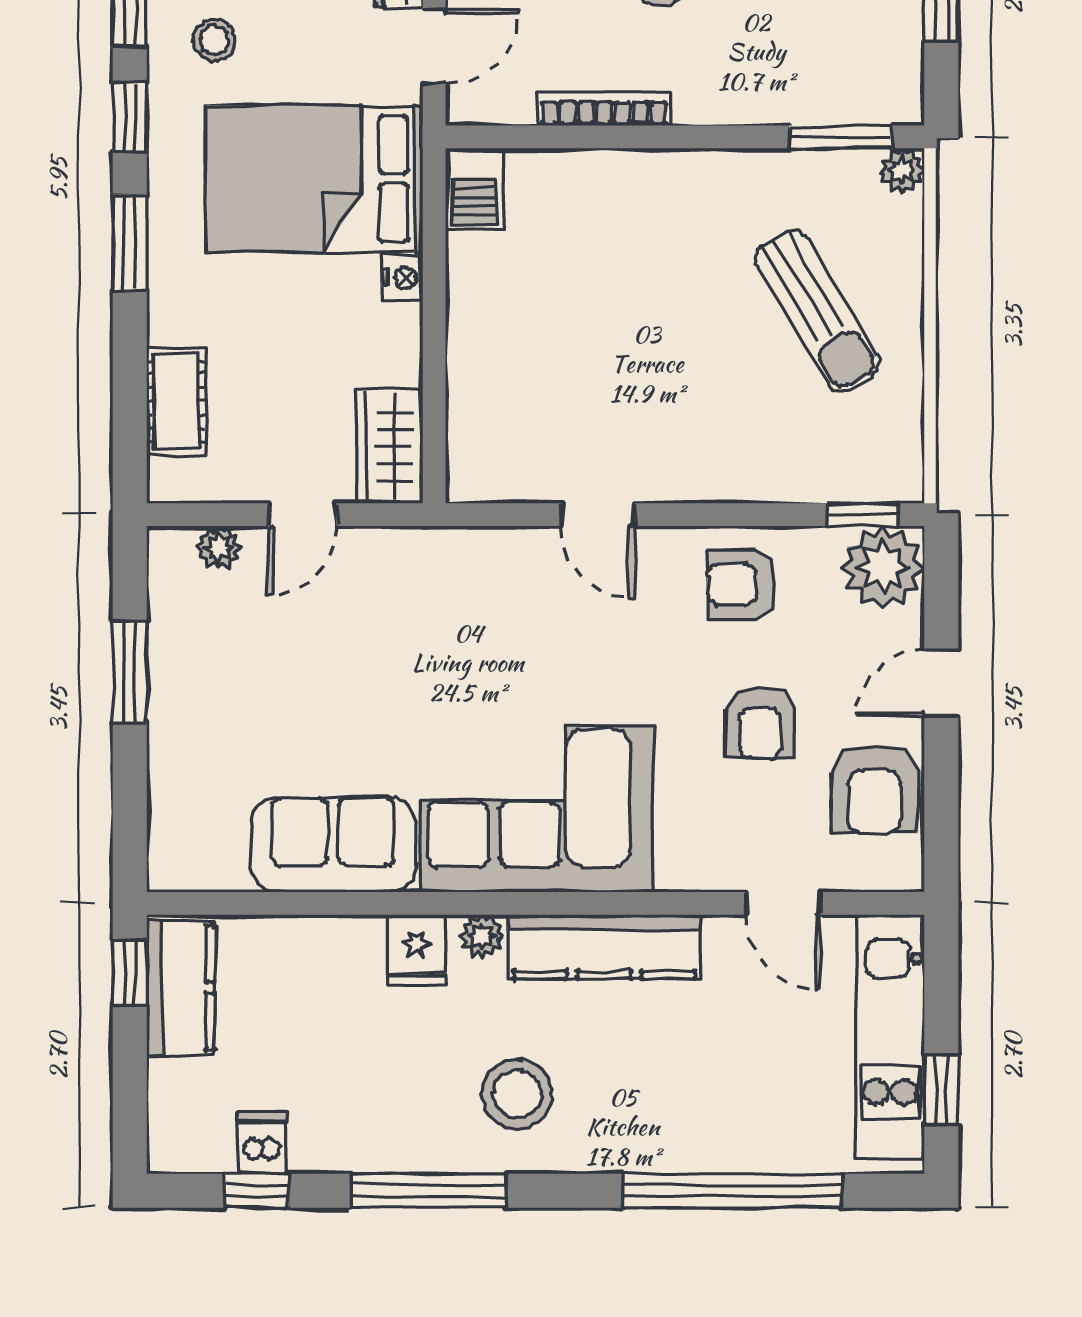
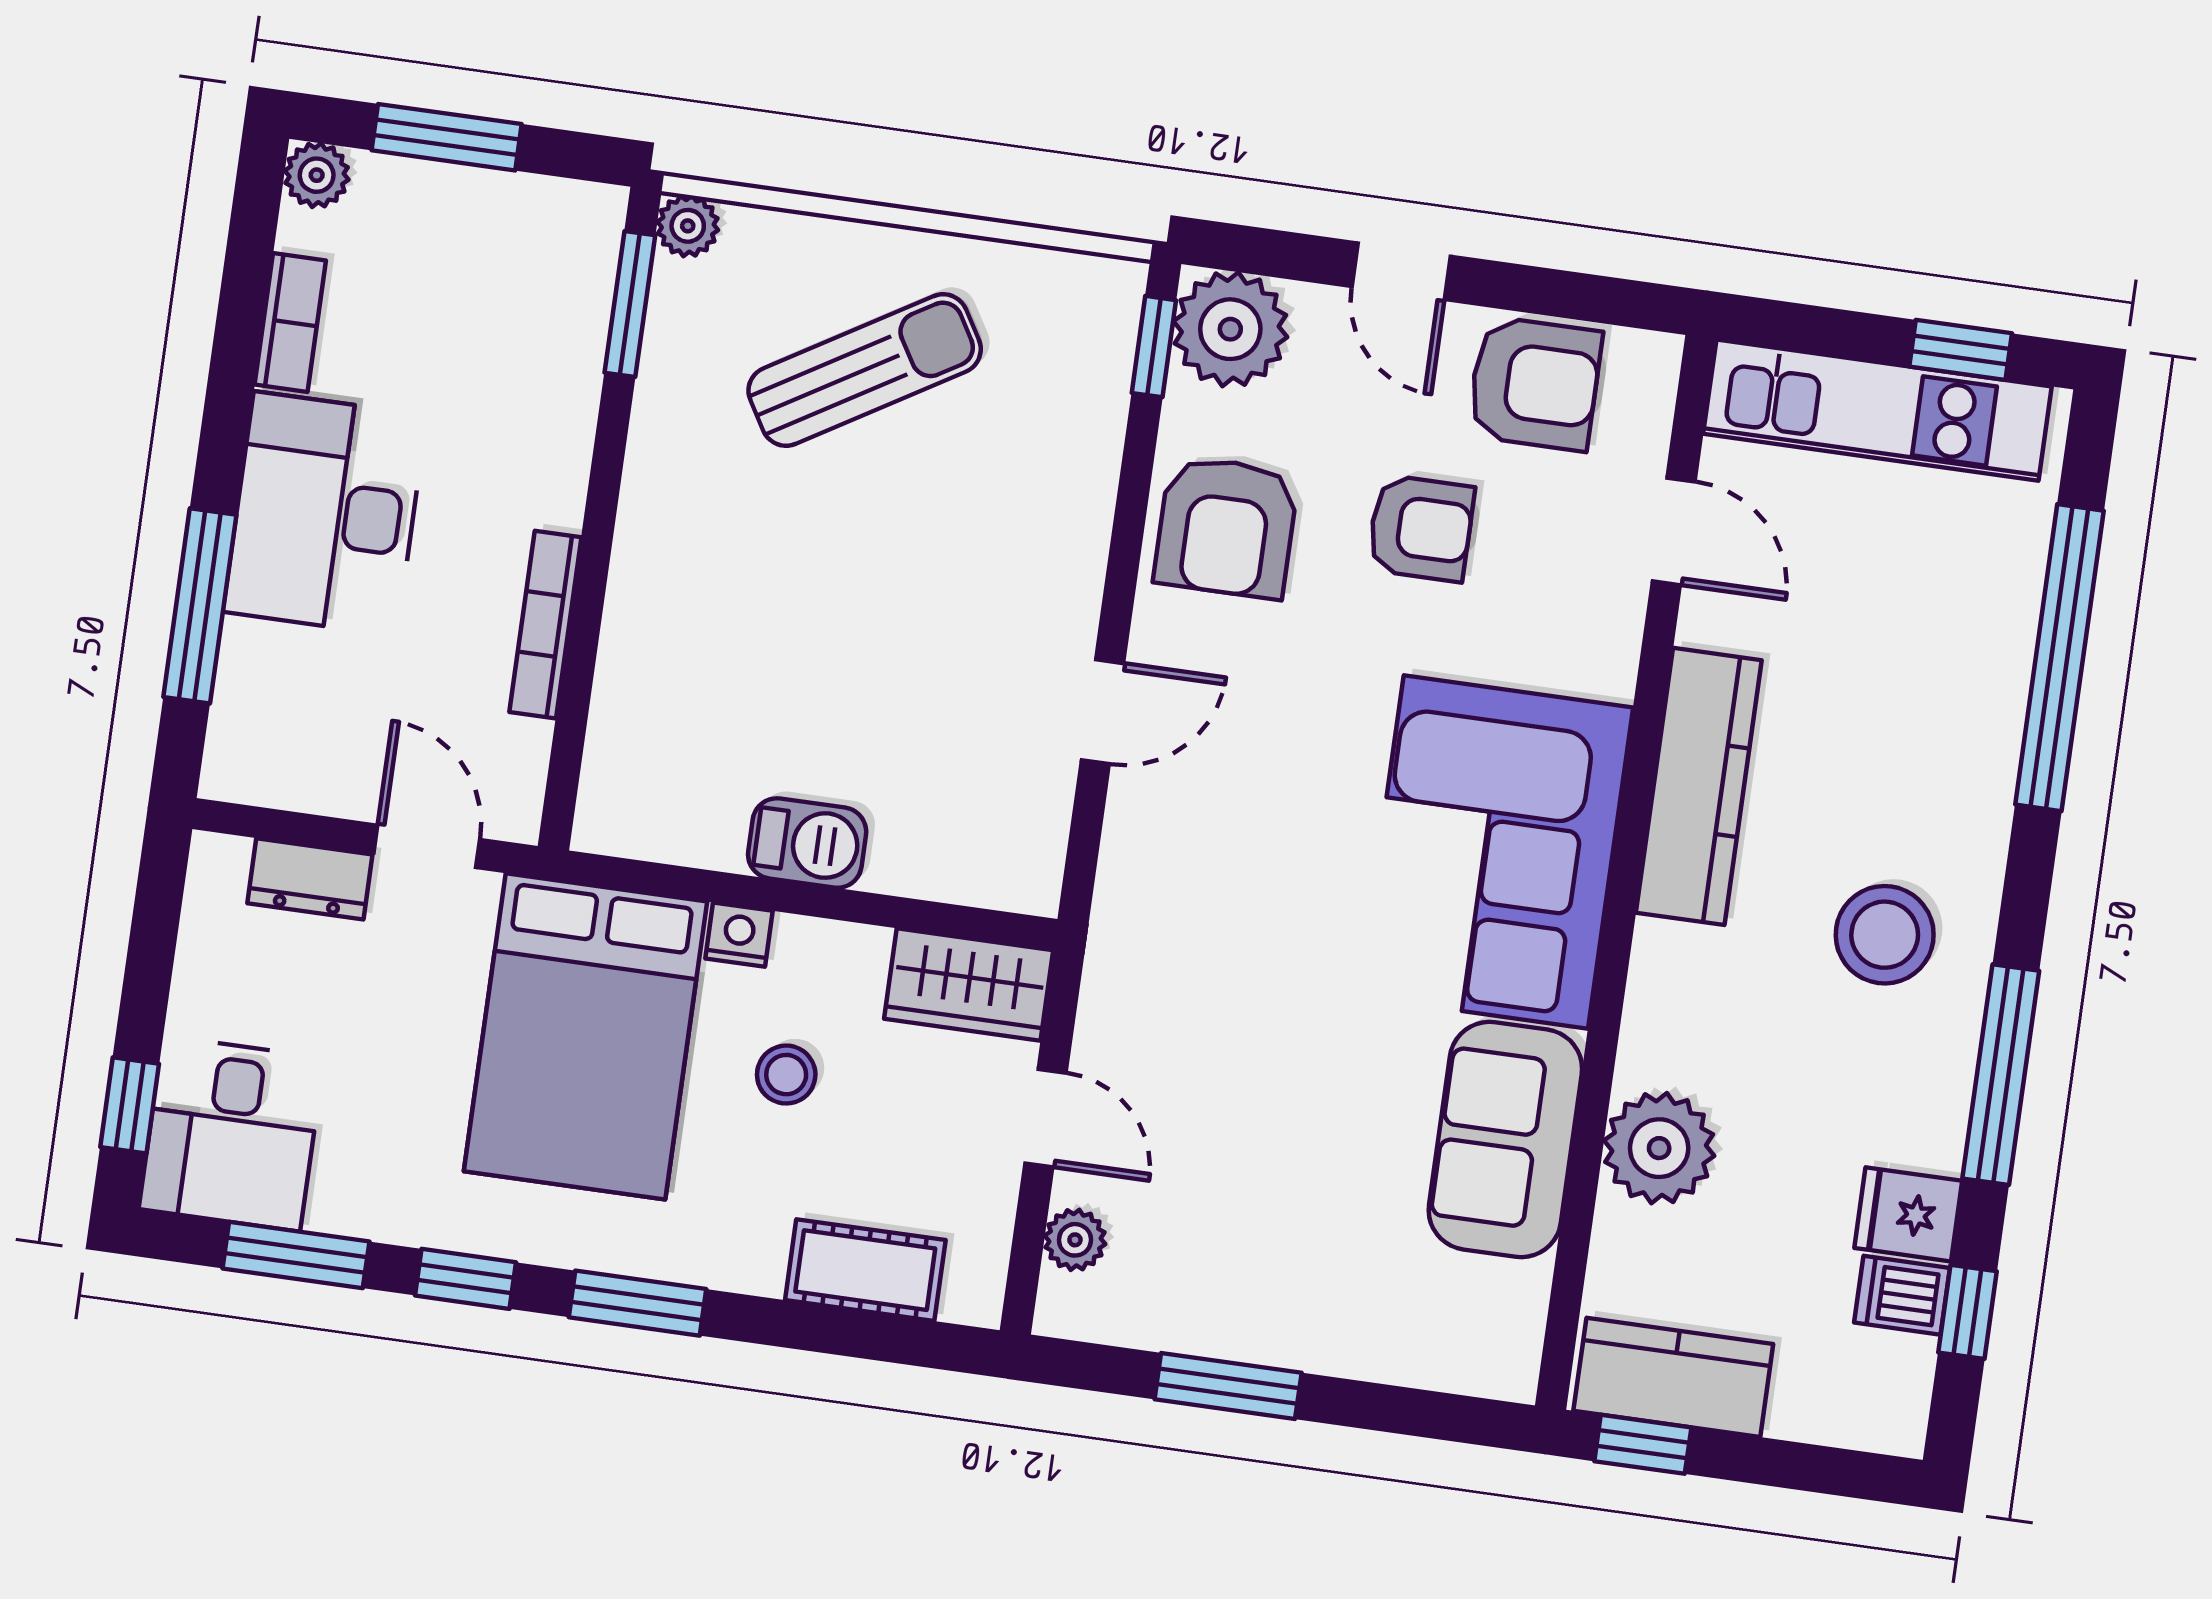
stool: (214, 40) -> (786, 1075), moved
barbecue: (474, 189) -> (807, 843), moved
armchair: (741, 584) -> (1226, 527), width x1.38, depth x1.38
door: (783, 903) -> (1674, 531), hinge flipped
plant: (482, 936) -> (1659, 1148), moved, width x1.88, depth x1.88
fridge: (416, 950) -> (1908, 1214), moved, turned 180

